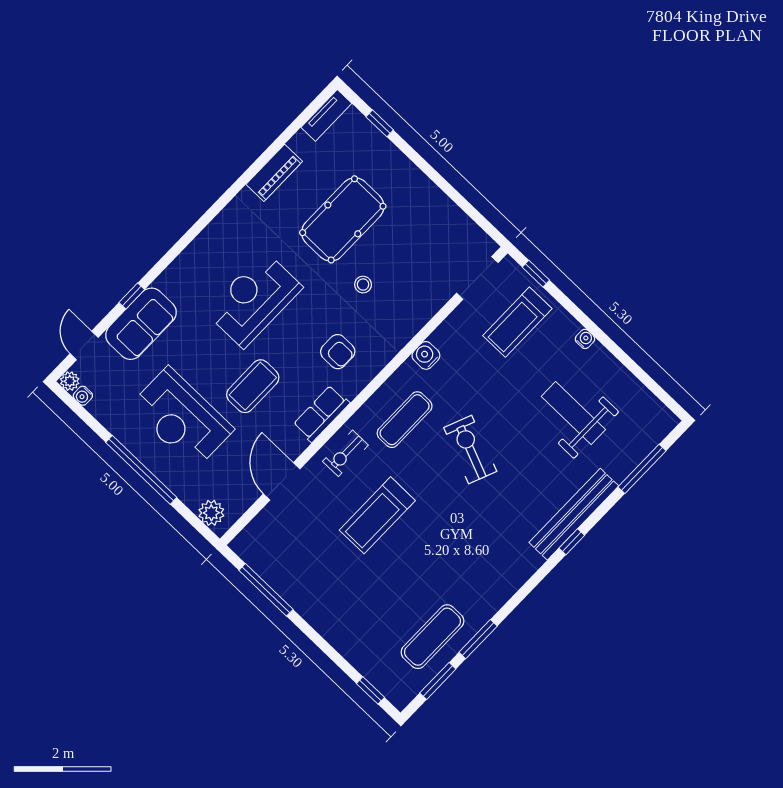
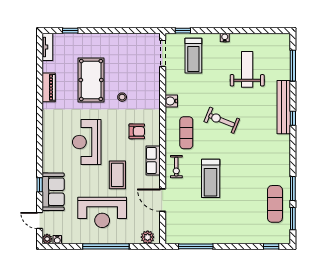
weight bench: (573, 413) -> (247, 69), turned 90

